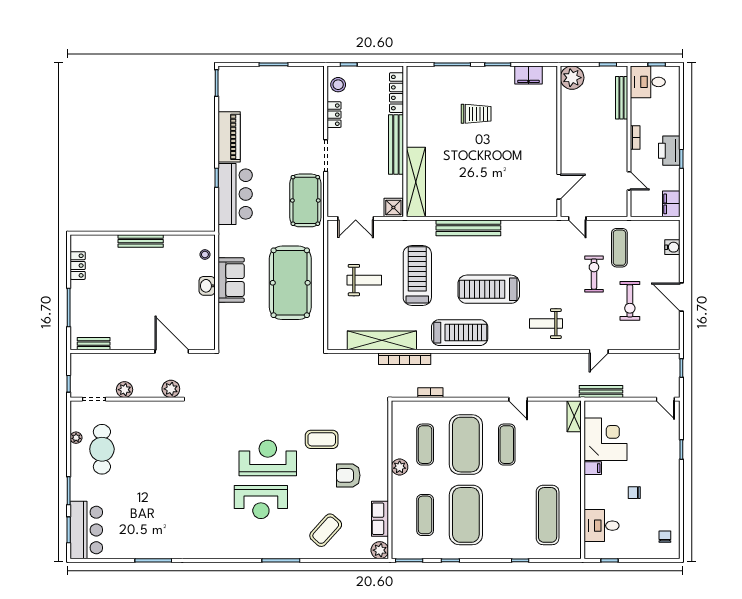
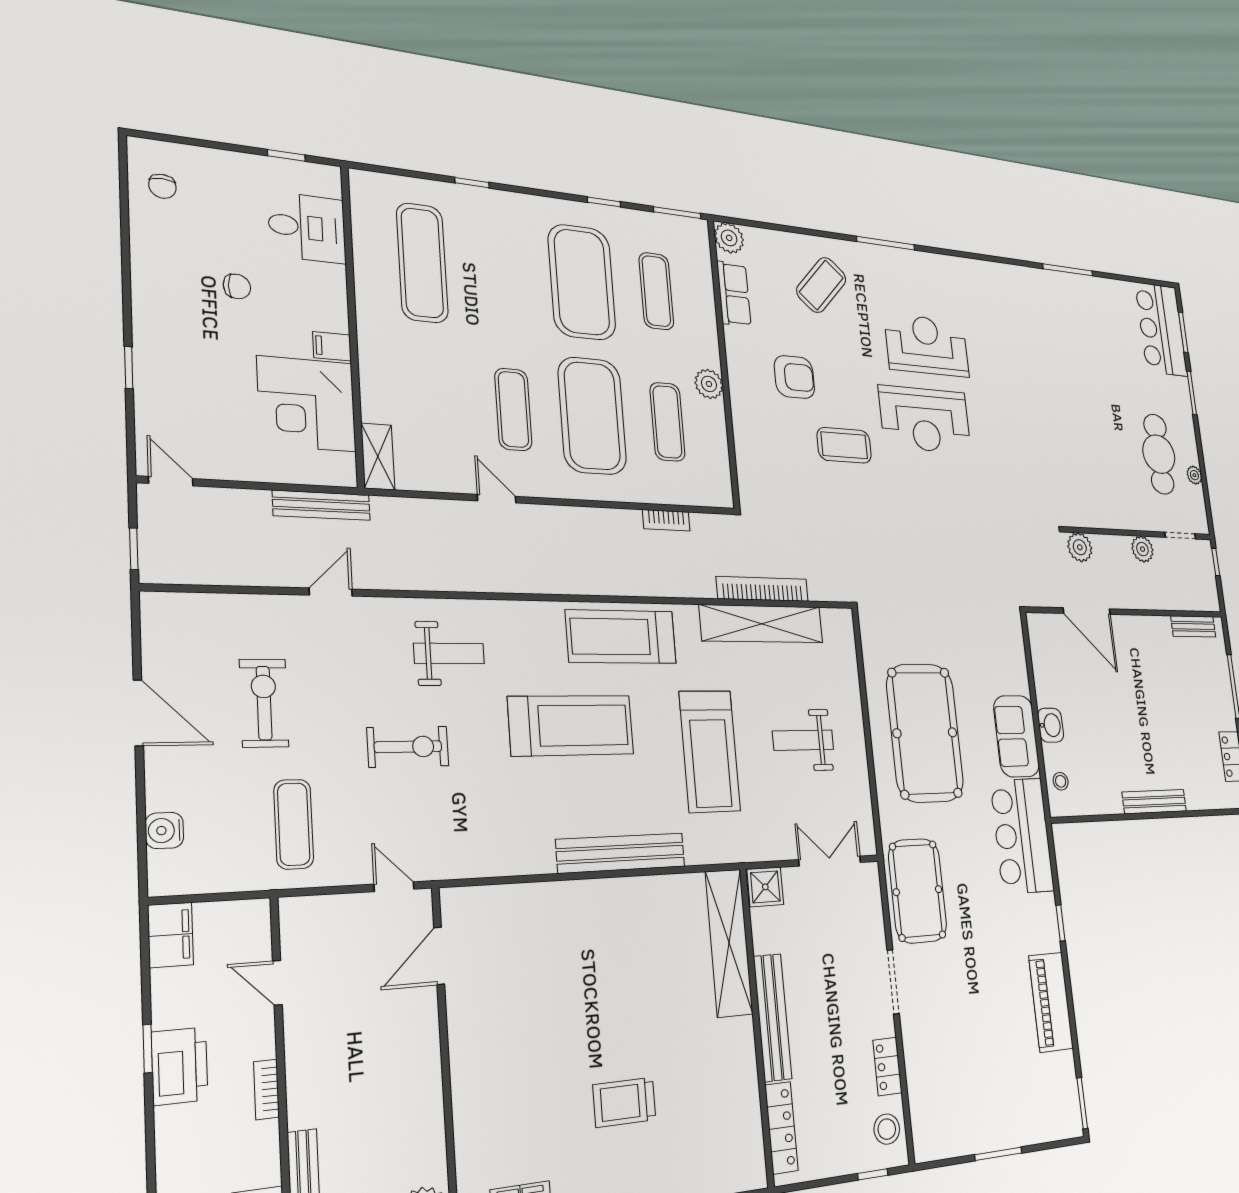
bar counter: (235, 194) -> (1022, 836), moved
exercise bike: (594, 274) -> (408, 747), moved, turned -90
bookcase: (405, 359) -> (762, 589), moved

